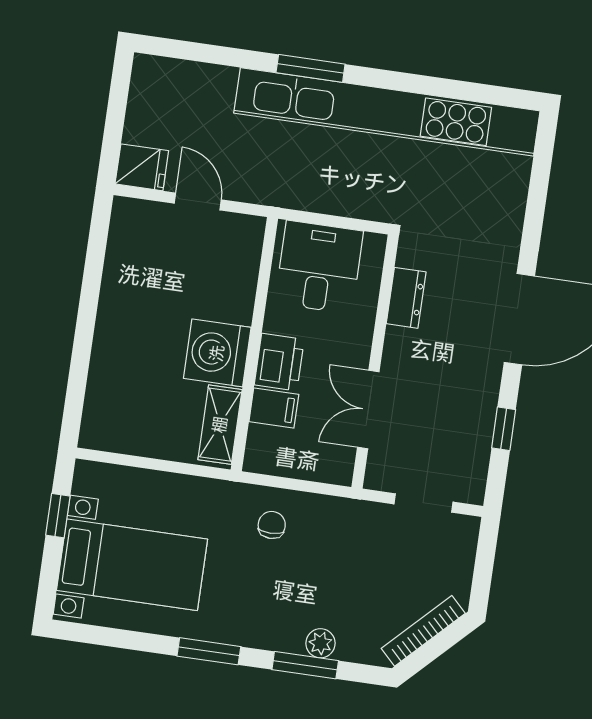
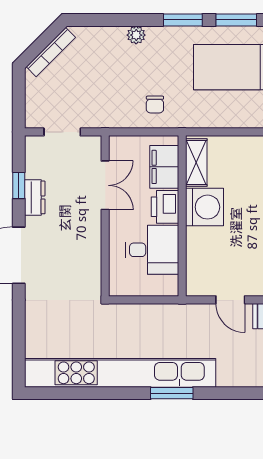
desk: (319, 267) -> (152, 250), moved, turned -90
dresser: (406, 298) -> (35, 197), moved, turned 180
filing cabinet: (274, 408) -> (164, 167), width x2.00
plant: (321, 643) -> (136, 35), moved
window: (305, 665) -> (236, 20), moved

